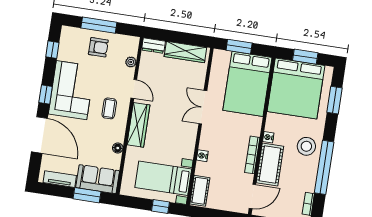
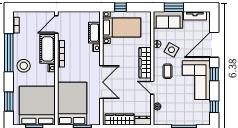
armchair: (98, 47) -> (182, 113), removed
double door: (203, 107) -> (101, 82), width x1.37
door: (39, 135) -> (214, 45), hinge flipped
side table: (99, 137) -> (171, 50), added
cot: (200, 191) -> (94, 33), moved

